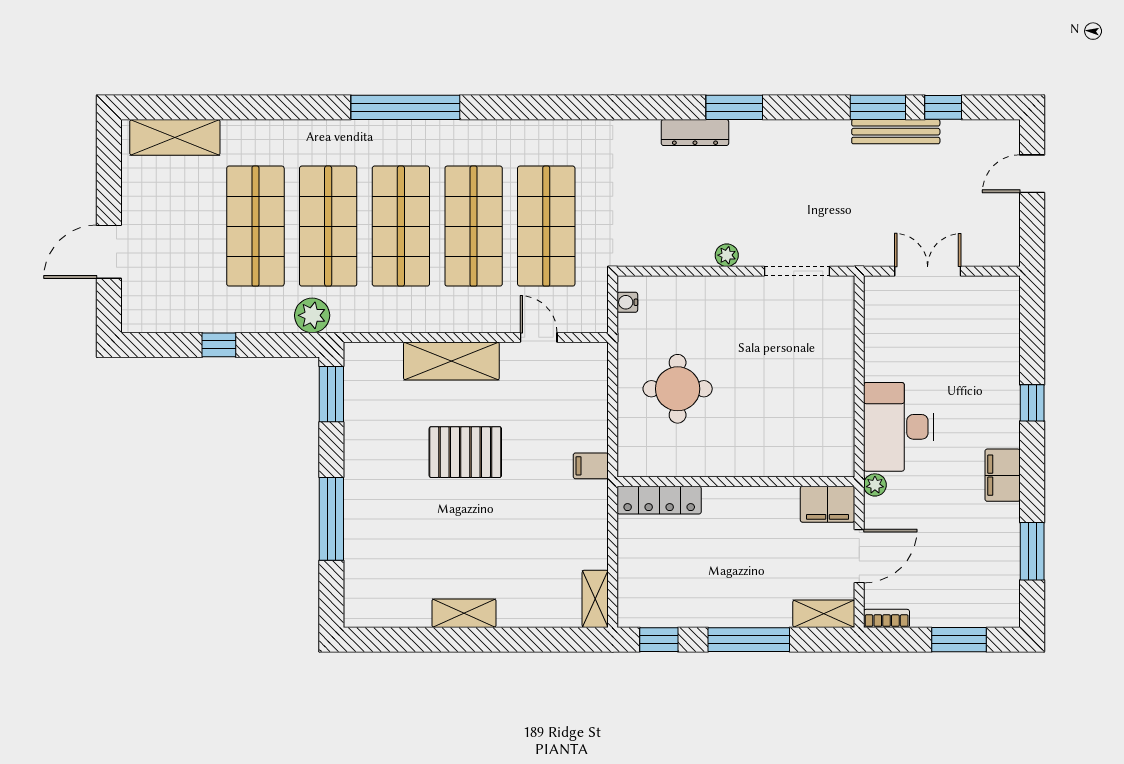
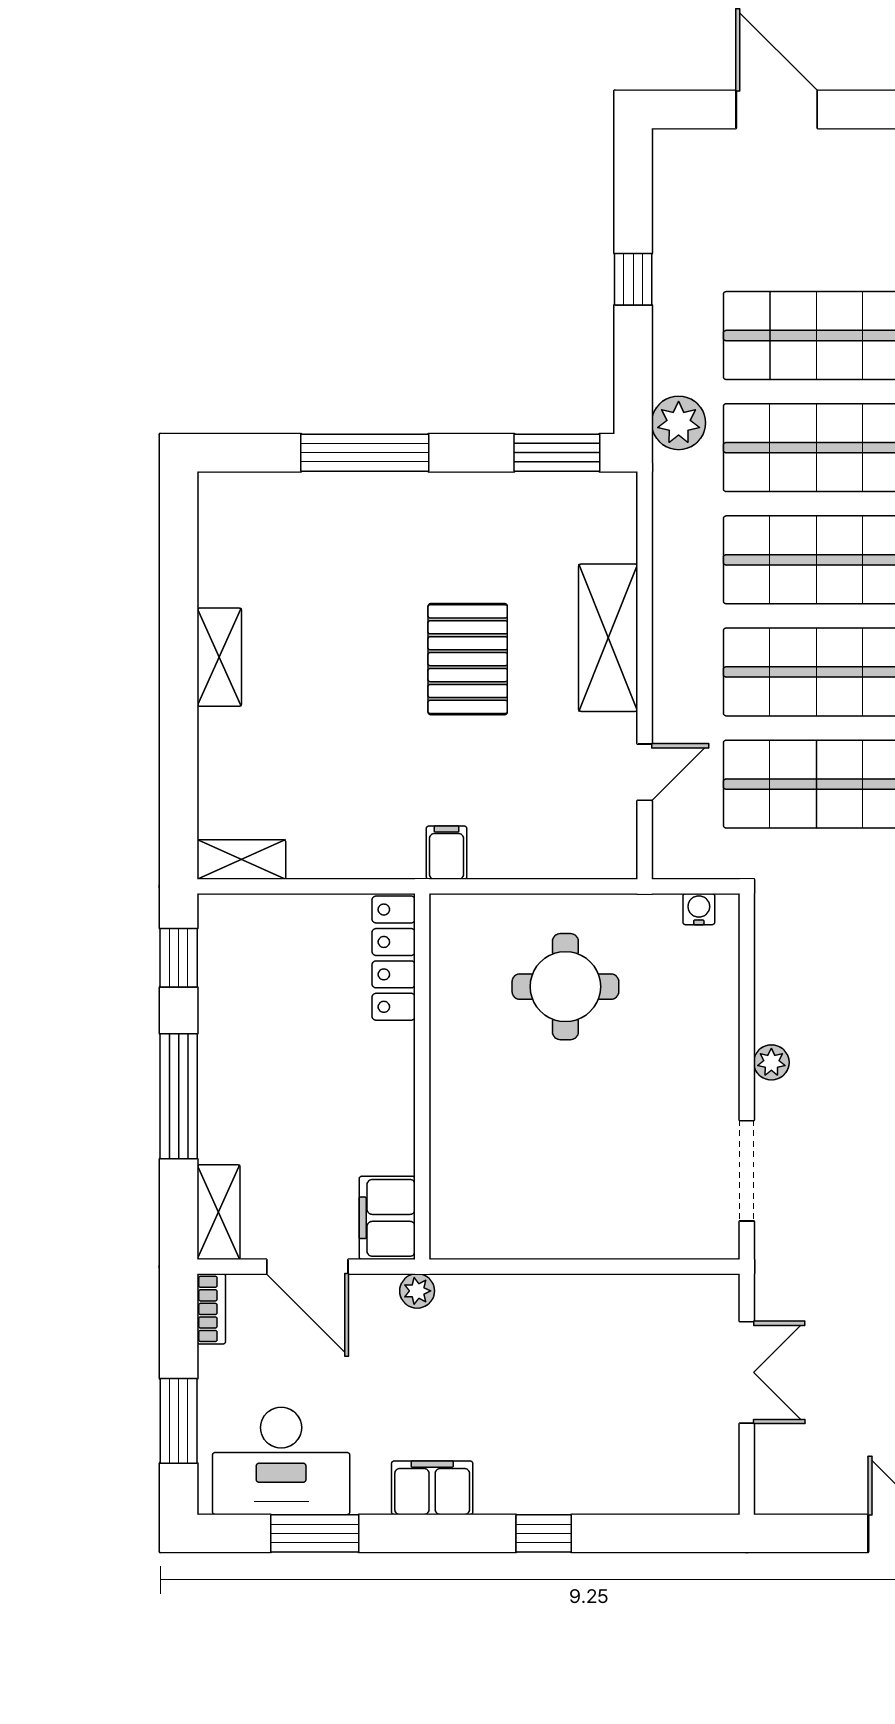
desk: (899, 427) -> (281, 1461), moved, turned 180

